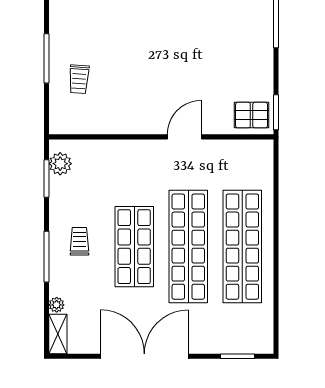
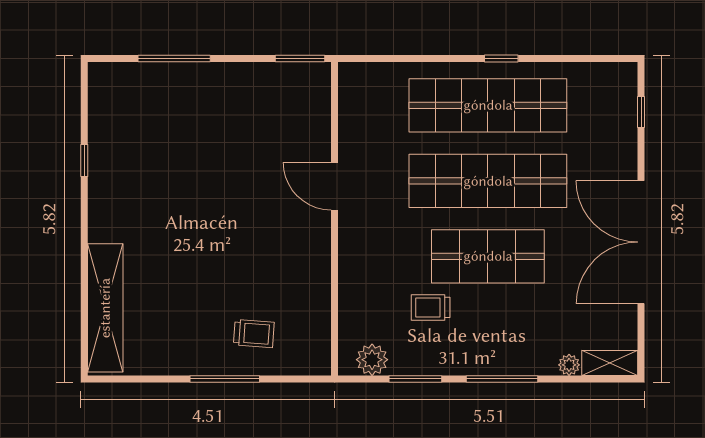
pallet: (252, 115) -> (304, 93), removed
window: (46, 179) -> (415, 379), moved
trolley: (79, 241) -> (431, 307), moved
window: (276, 256) -> (501, 58), added
window: (238, 356) -> (641, 112), width x0.67

